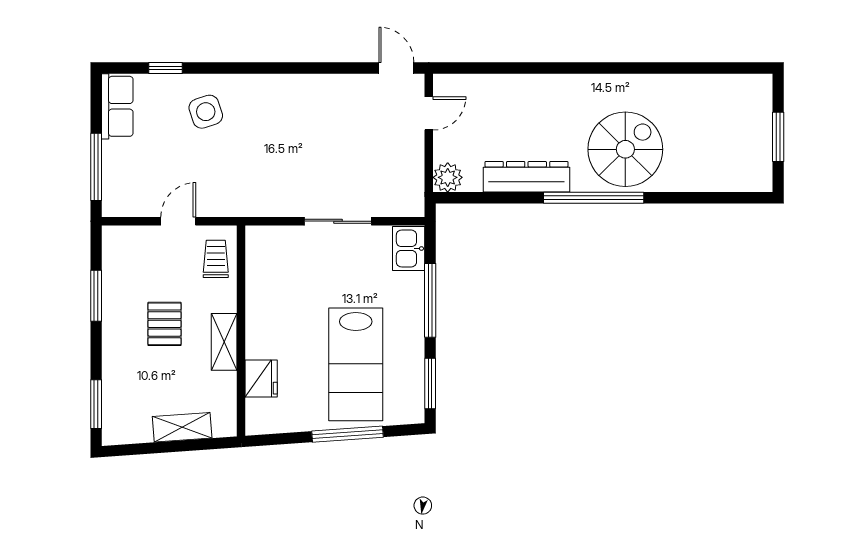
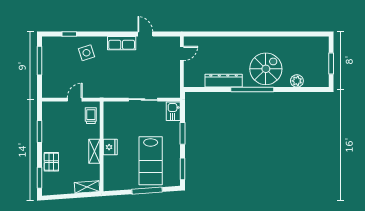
door: (396, 68) -> (145, 34), moved
row of seats: (117, 106) -> (122, 43), moved, turned 90
window: (96, 167) -> (40, 61), moved
plant: (448, 177) -> (297, 81), moved
window: (430, 300) -> (182, 133), width x0.69
pallet: (164, 324) -> (51, 162), moved
fridge: (261, 379) -> (110, 147), moved
shelving: (182, 427) -> (87, 187), moved

